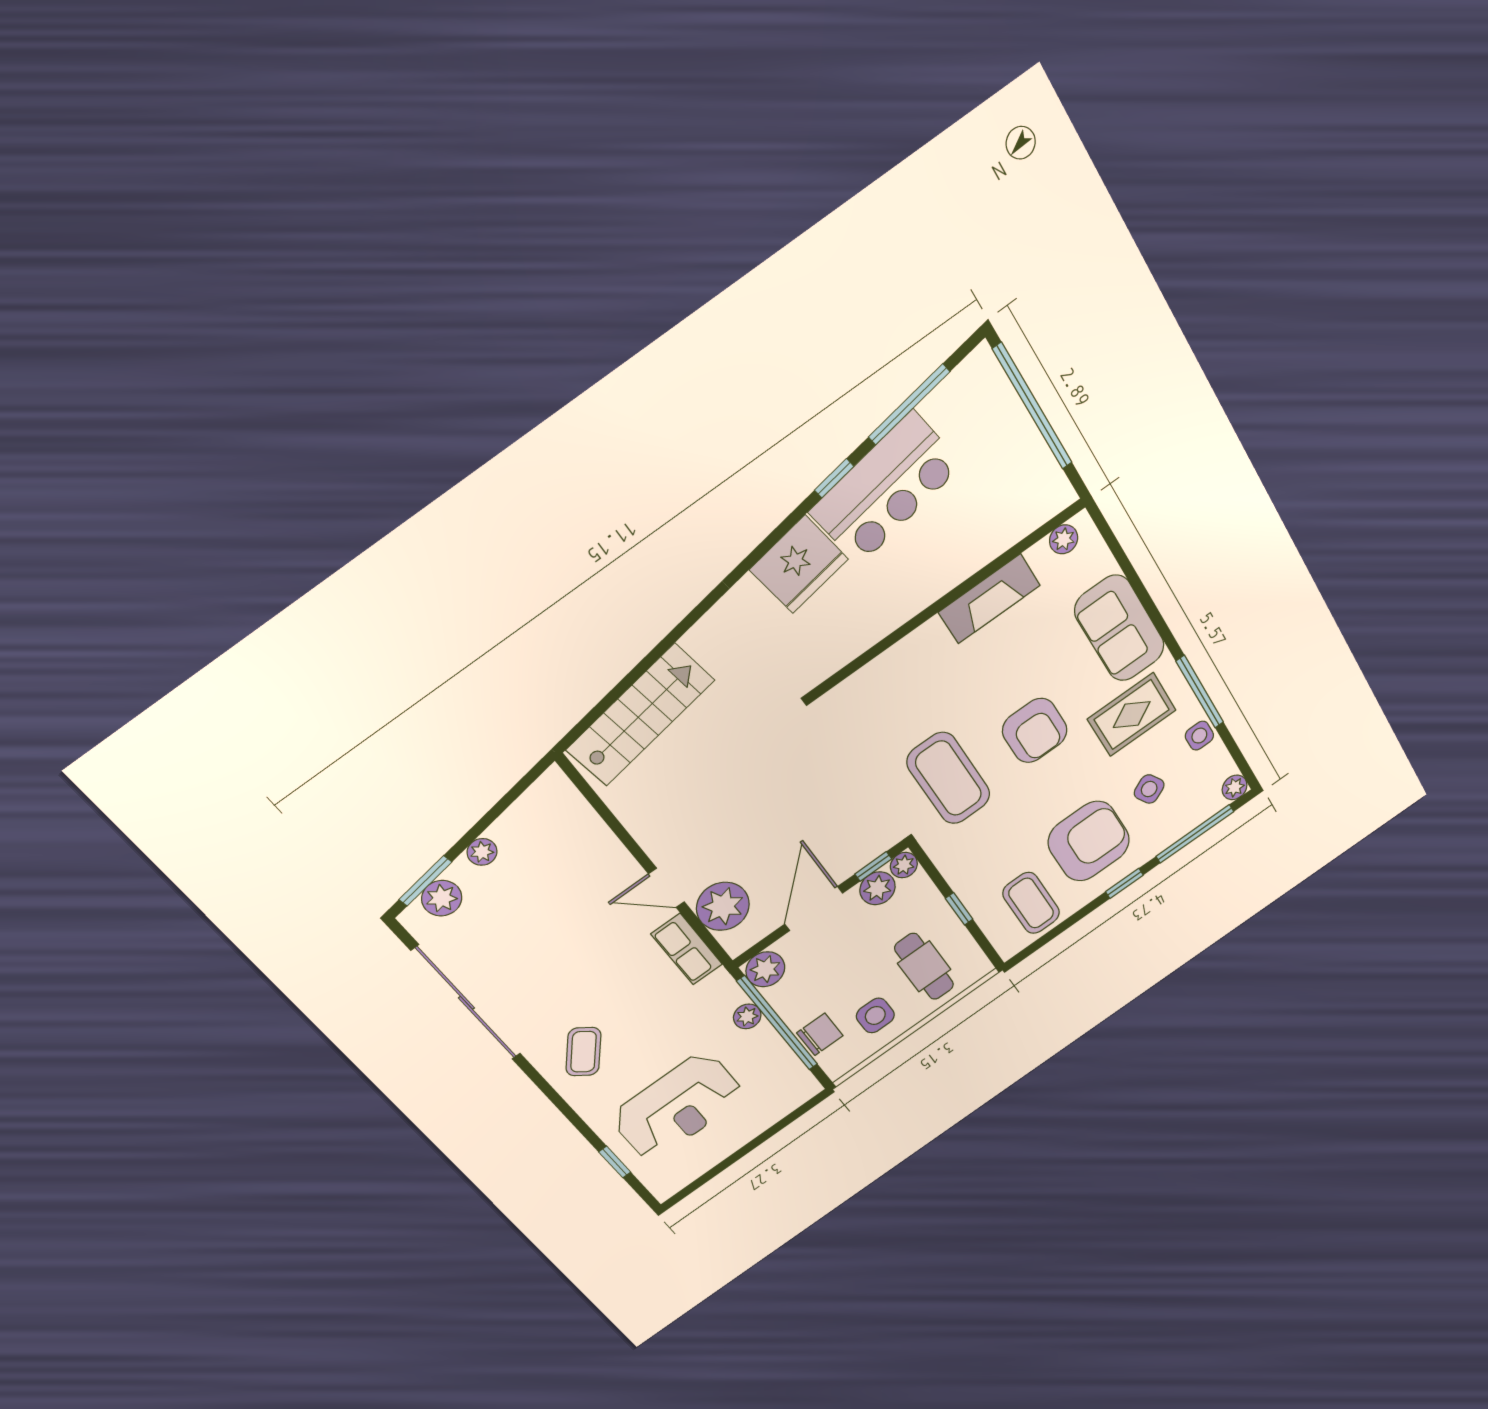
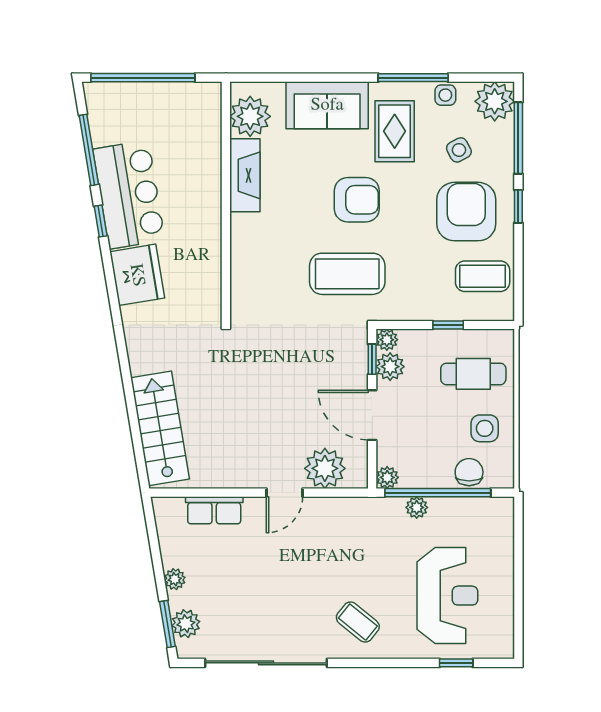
plant: (1064, 539) -> (250, 116), width x1.88, depth x1.88
plant: (1235, 787) -> (495, 101), width x1.88, depth x1.88
row of seats: (687, 949) -> (214, 510), moved
plant: (765, 969) -> (387, 477), width x0.73, depth x0.73

